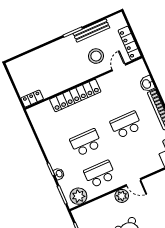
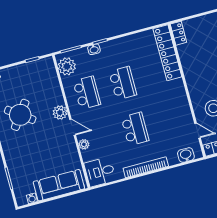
washbasin: (147, 84) -> (186, 155), moved
locker: (75, 96) -> (167, 53), moved
plant: (147, 169) -> (84, 144), added
door: (133, 182) -> (73, 127), swing flipped

